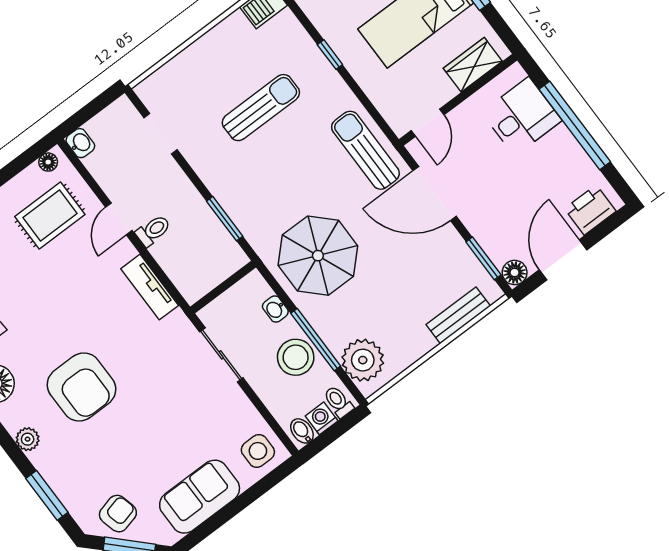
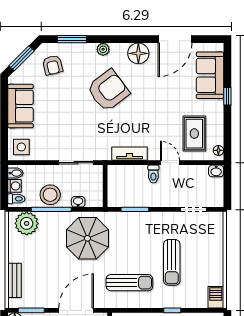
sun lounger: (365, 150) -> (129, 283), moved
armchair: (81, 387) -> (108, 90), turned 143
armchair: (118, 514) -> (53, 65), moved

